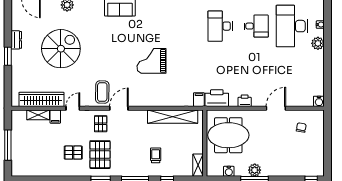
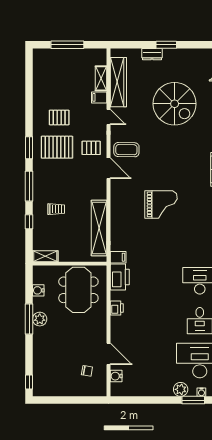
window: (327, 32) -> (193, 400), added
dresser: (16, 40) -> (152, 54), moved
grand piano: (151, 61) -> (161, 204), turned 90
water cooler: (319, 101) -> (116, 376), moved
door: (276, 108) -> (108, 354), moved
pallet: (73, 153) -> (59, 117), turned 90

